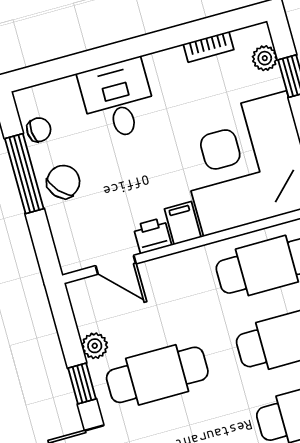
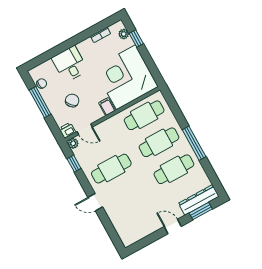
chair: (63, 182) -> (72, 101), moved
printer: (152, 236) -> (67, 130), moved
plant: (95, 346) -> (73, 143), moved
window: (82, 384) -> (74, 164), moved

